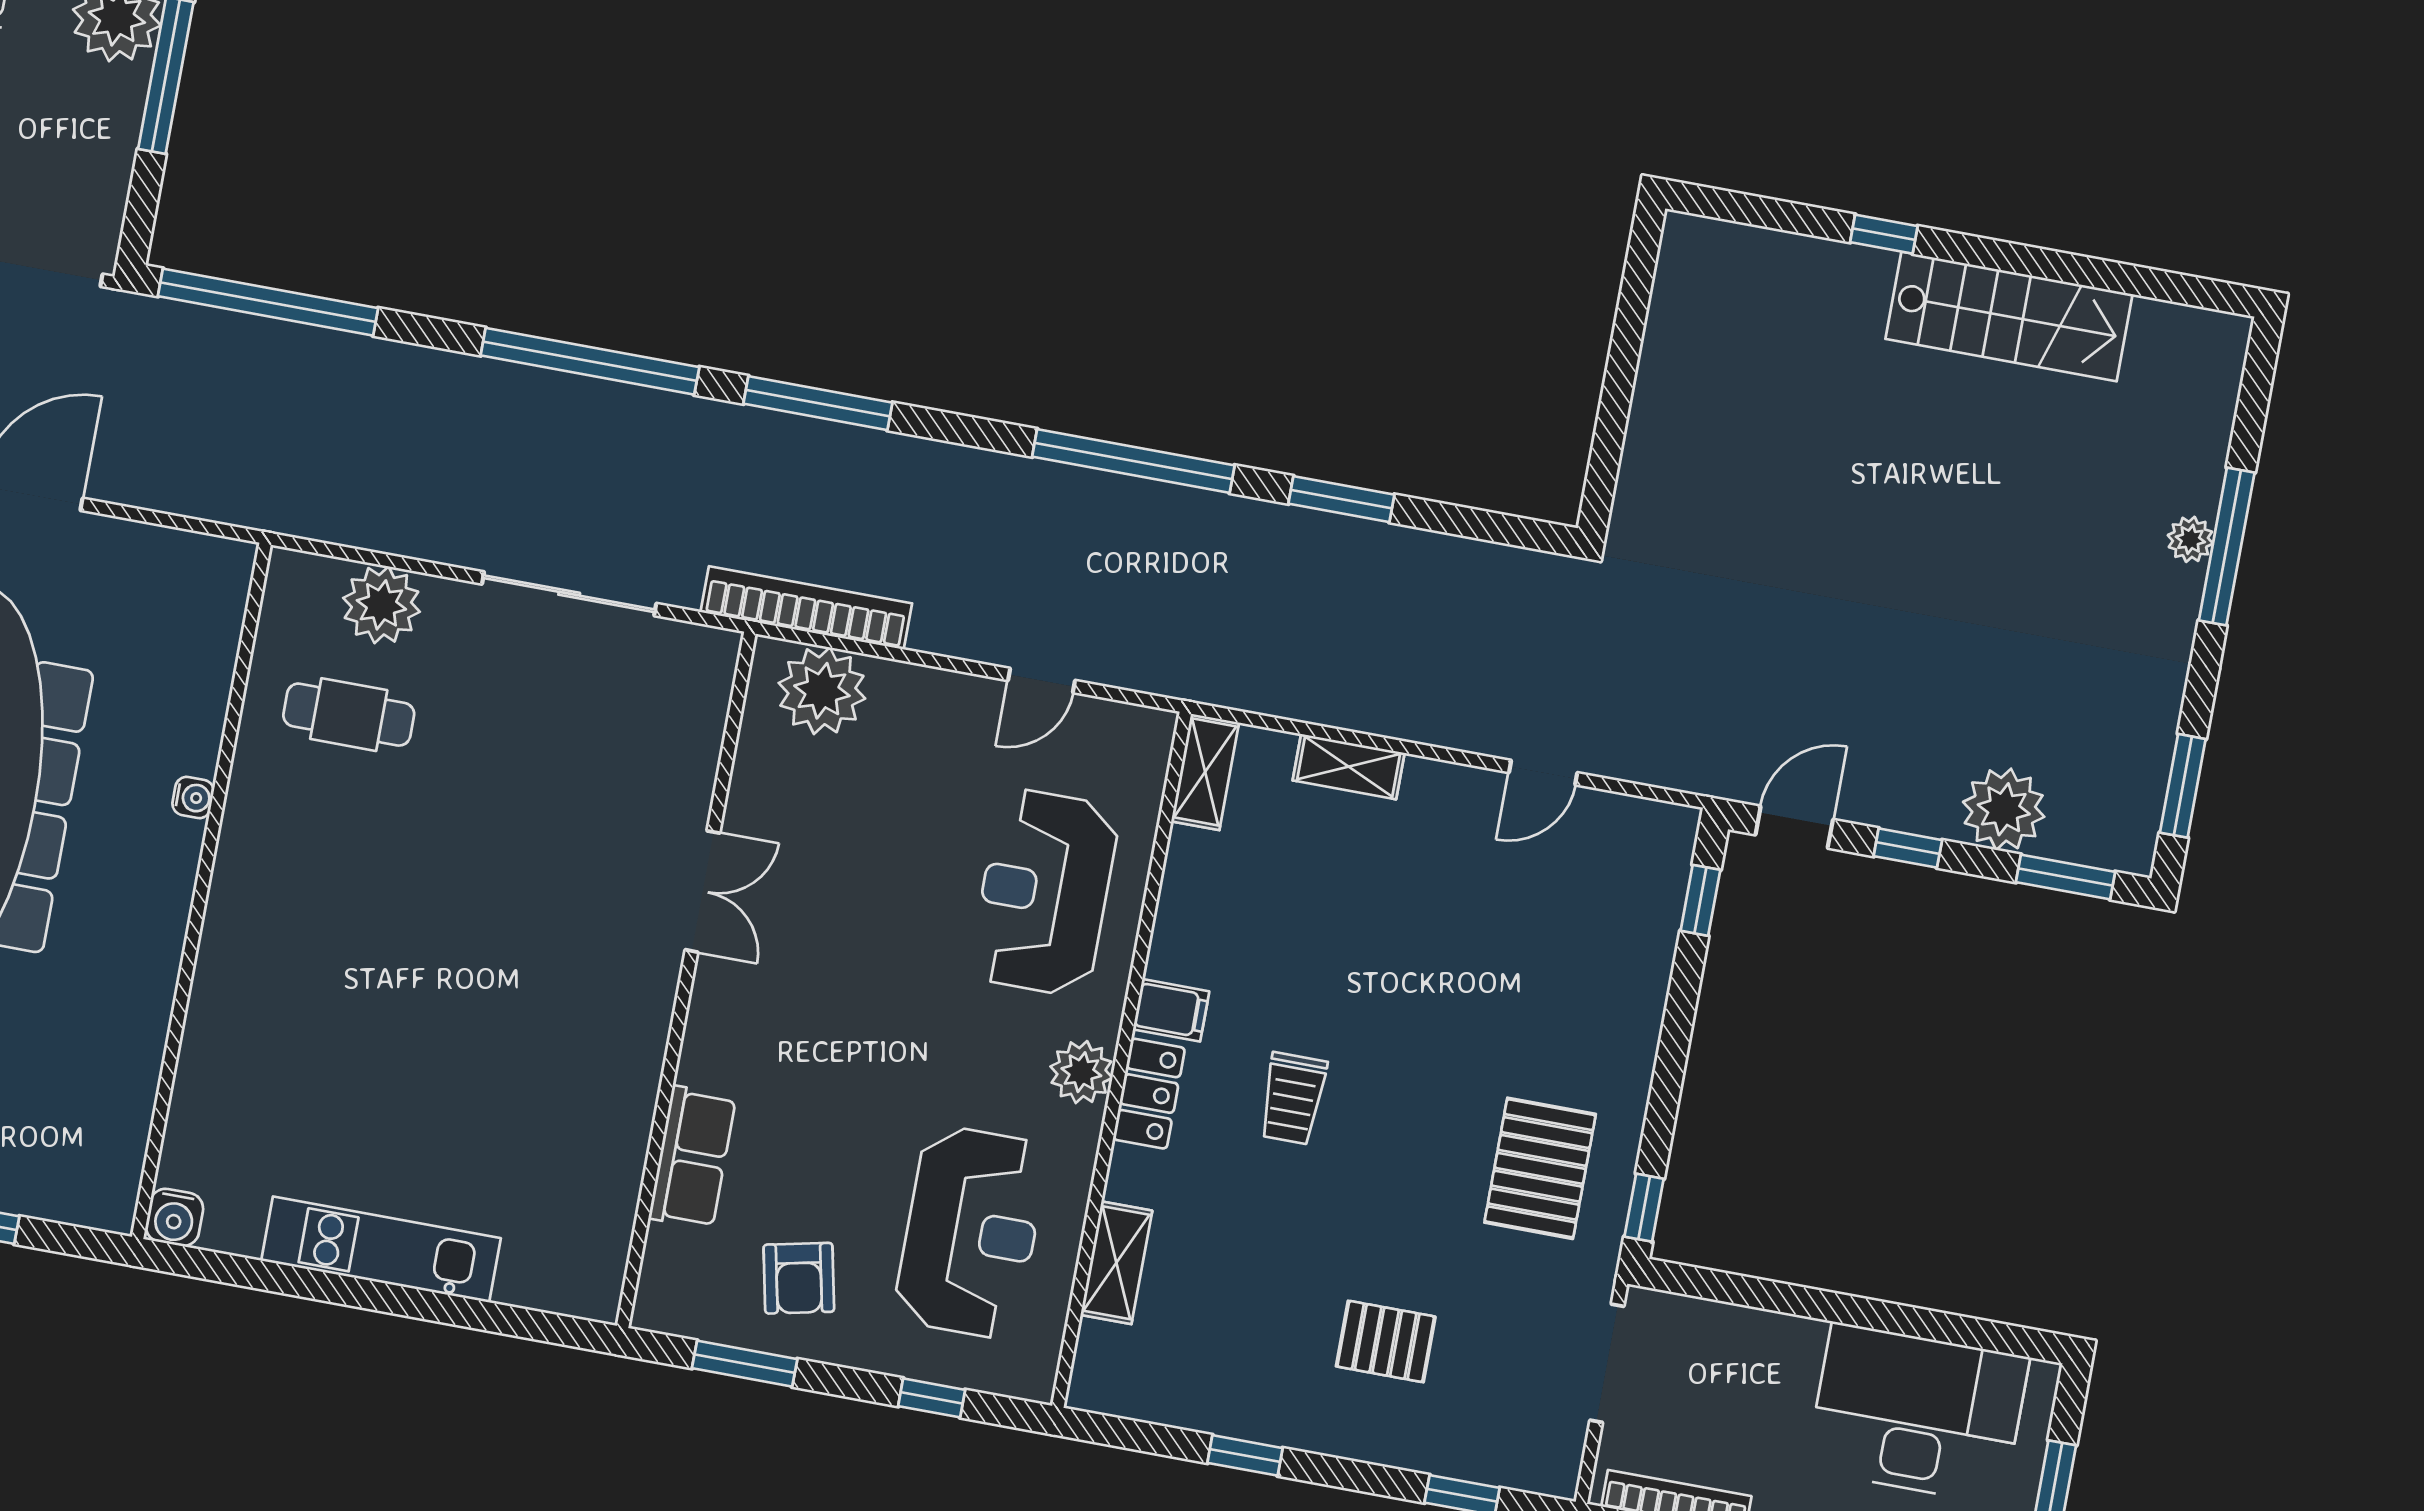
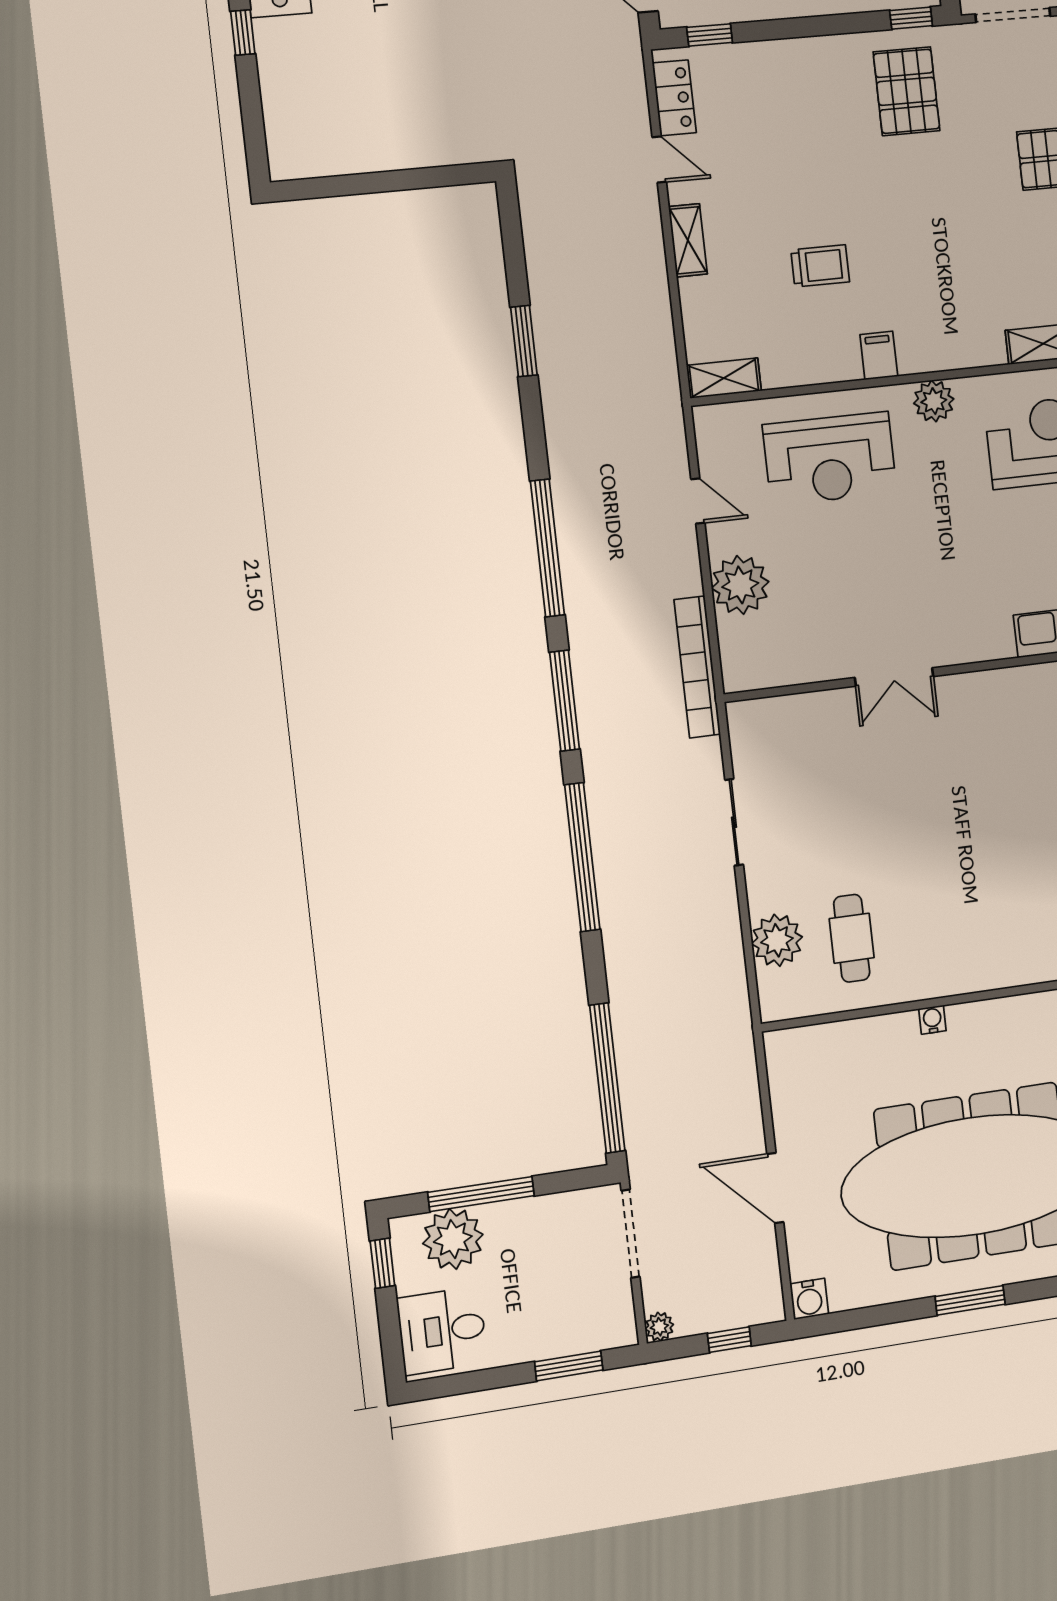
window: (1133, 461) -> (547, 548), moved
sliding door: (569, 594) -> (734, 822), width x0.73
plant: (822, 691) -> (740, 585), moved
shelving: (1349, 767) -> (688, 240), moved
double door: (702, 891) -> (894, 677), swing flipped
locker: (1149, 1094) -> (674, 98), moved, turned 90
trolley: (1293, 1098) -> (820, 266), moved
pallet: (1540, 1168) -> (907, 91), turned 90

